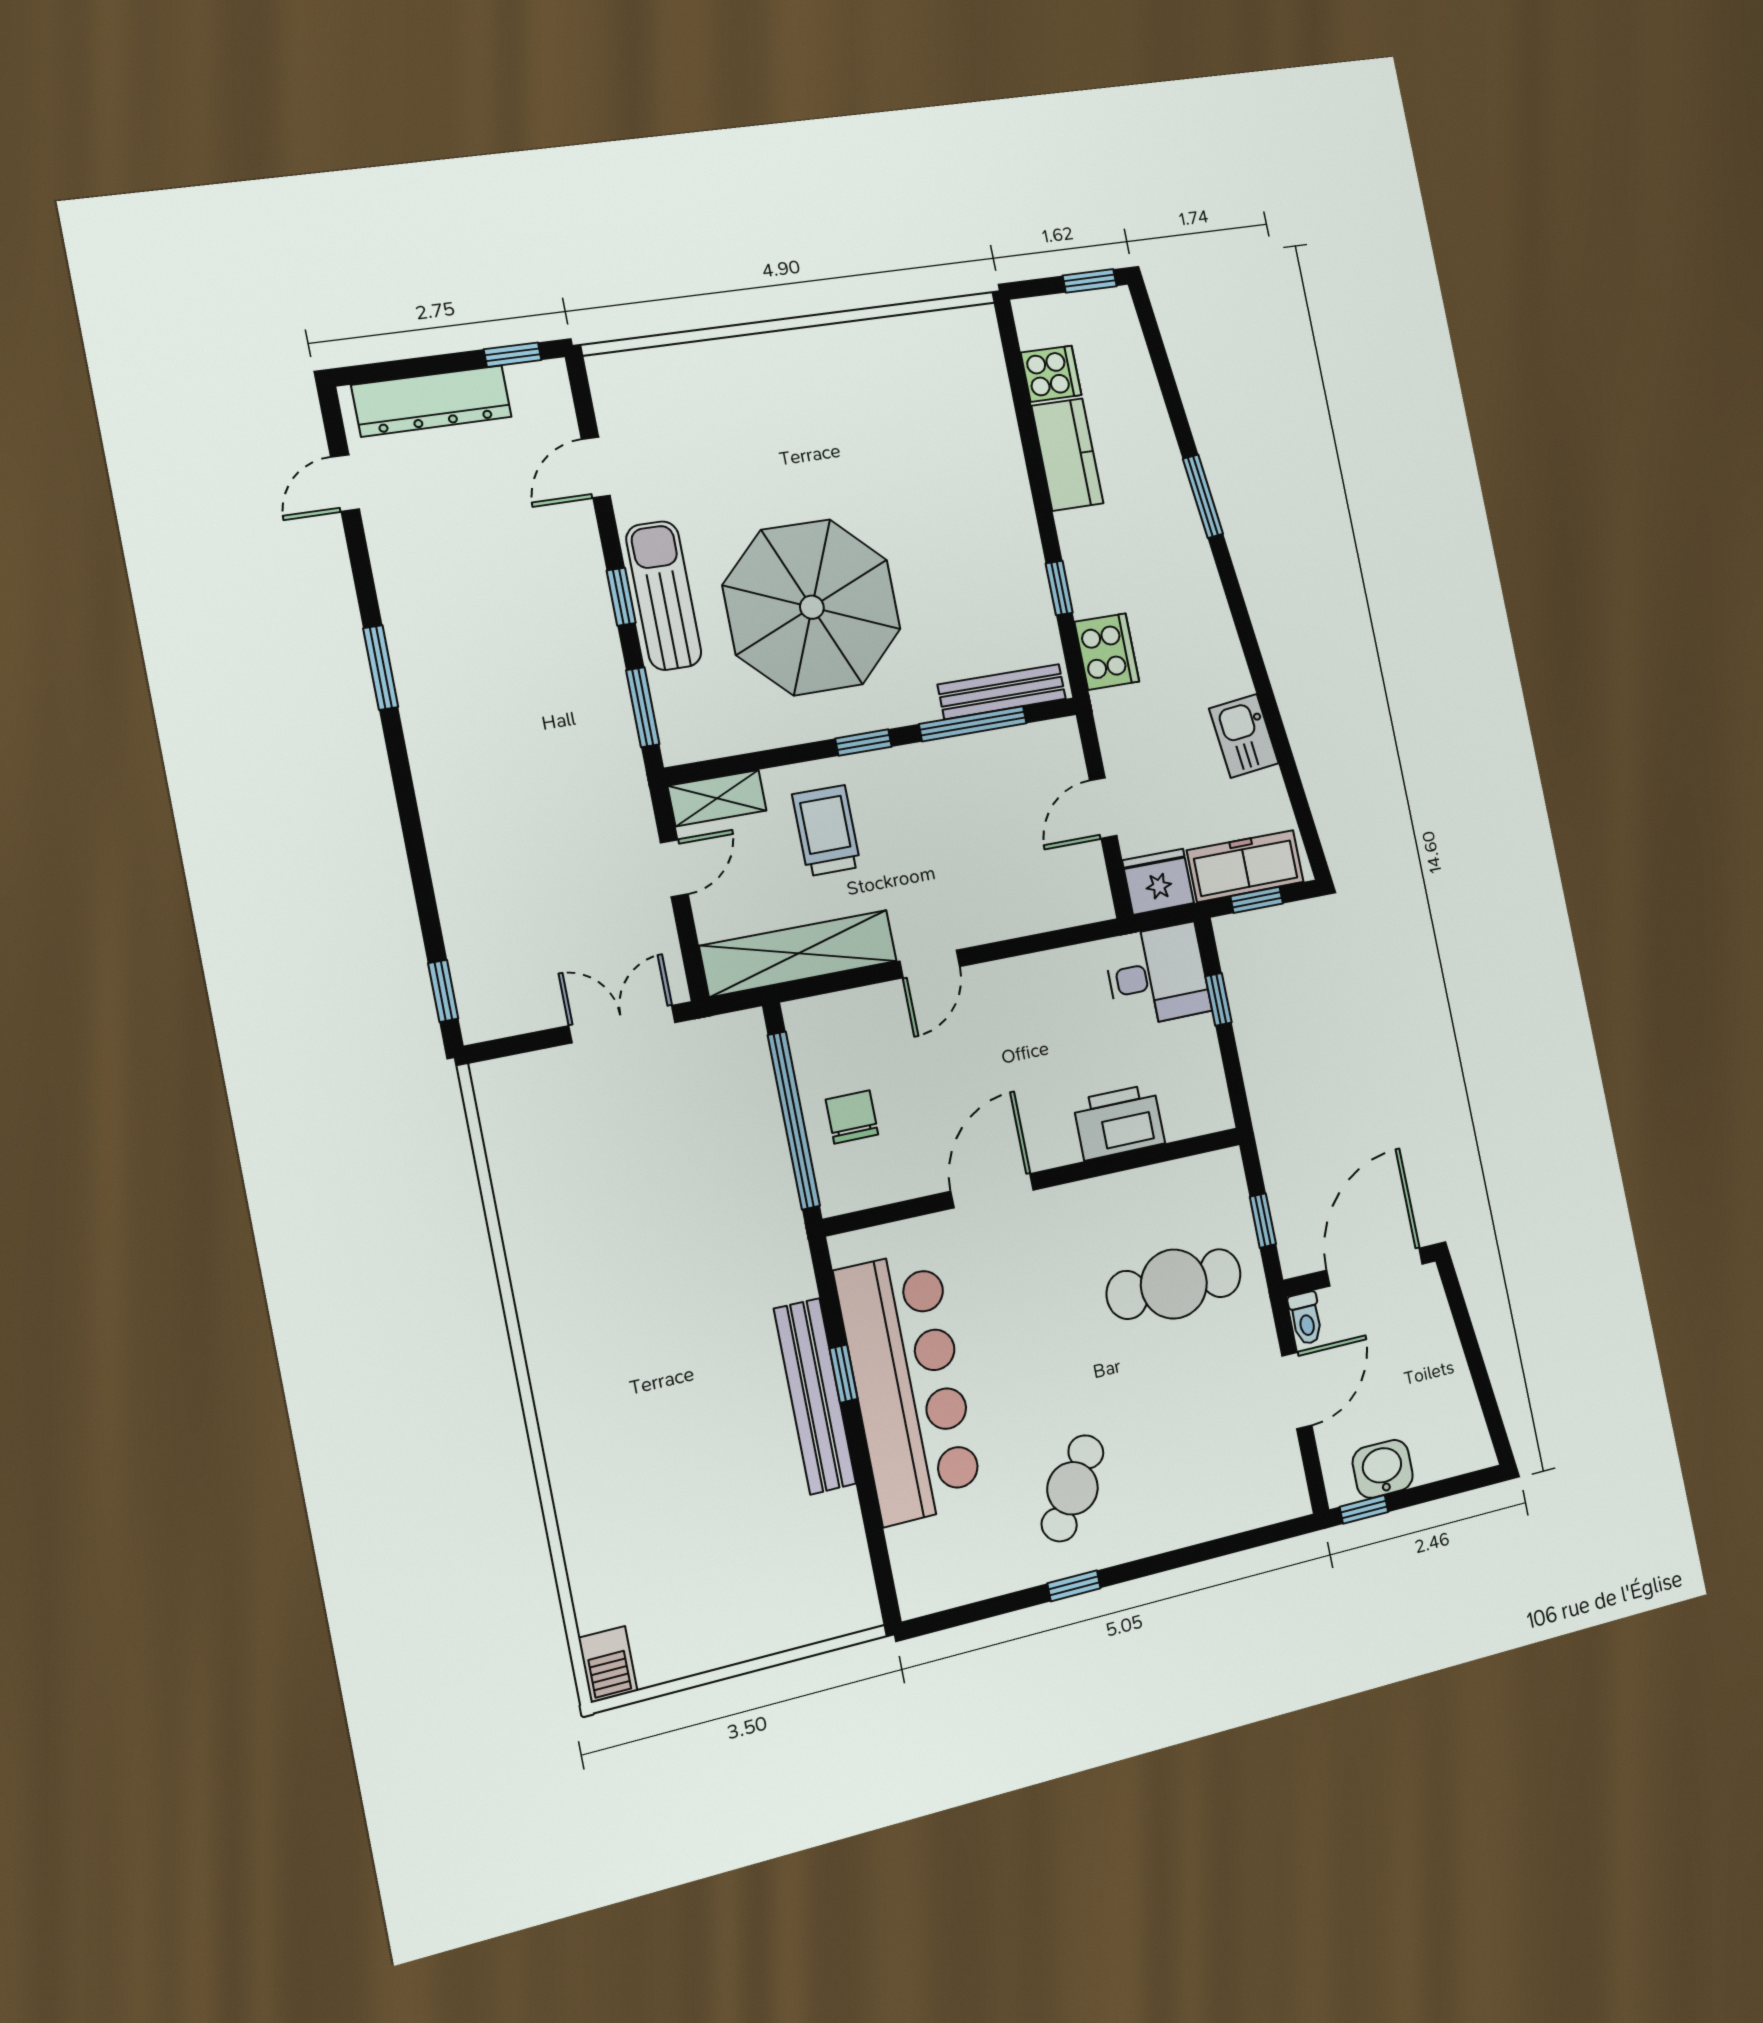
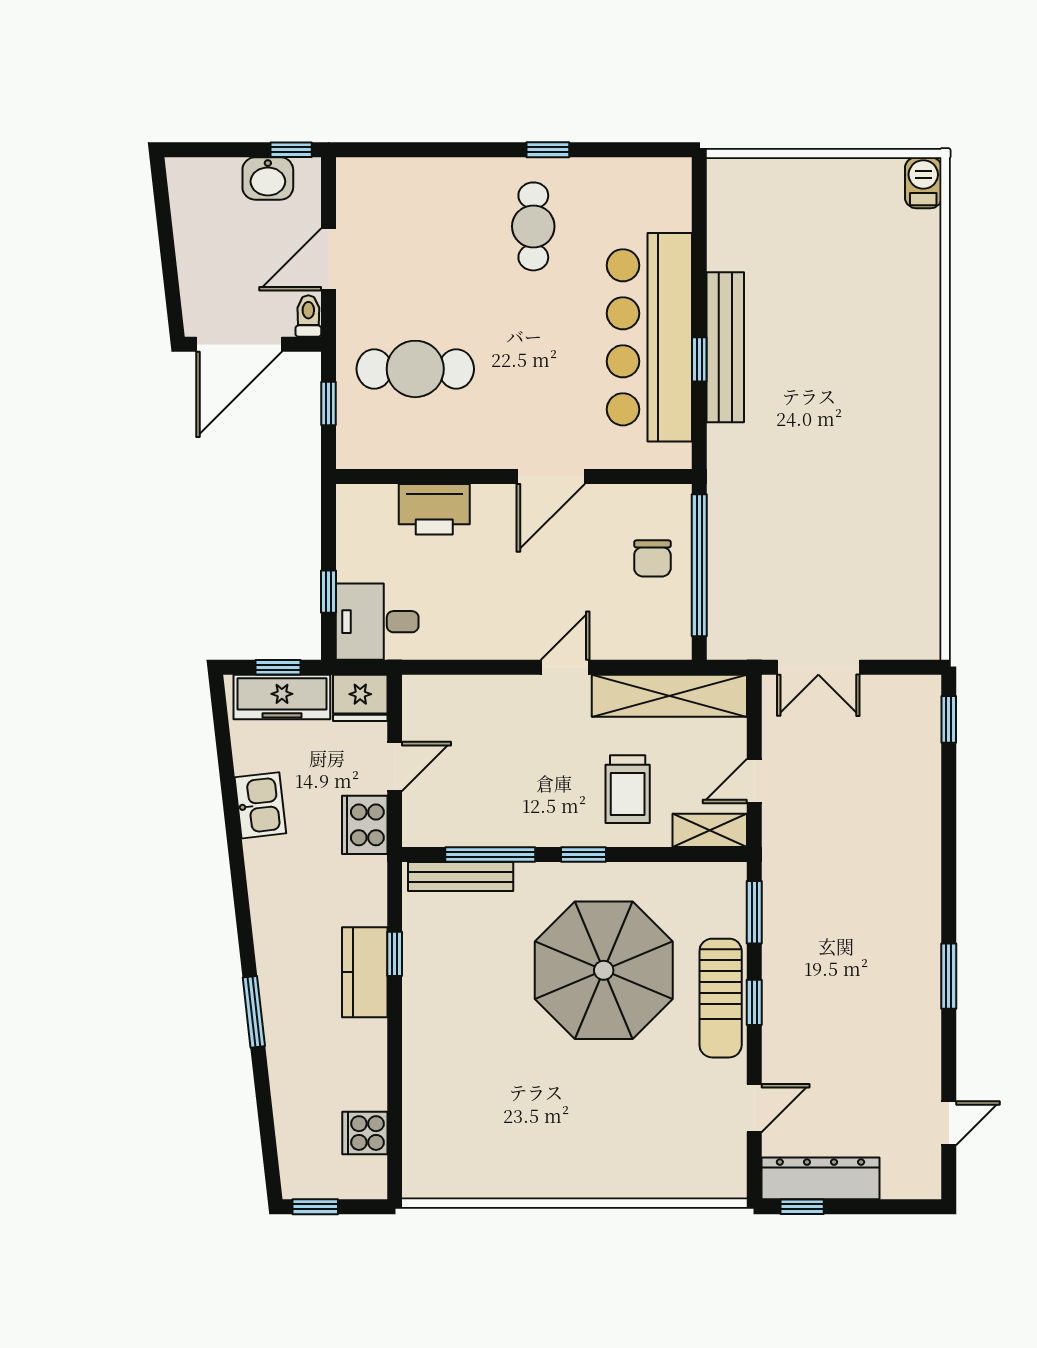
dresser: (432, 401) -> (820, 1178), moved
kitchen counter: (1067, 455) -> (365, 972), moved
cooker: (1107, 652) -> (365, 825), moved
cafe table: (1073, 1488) -> (533, 226), turned -33

